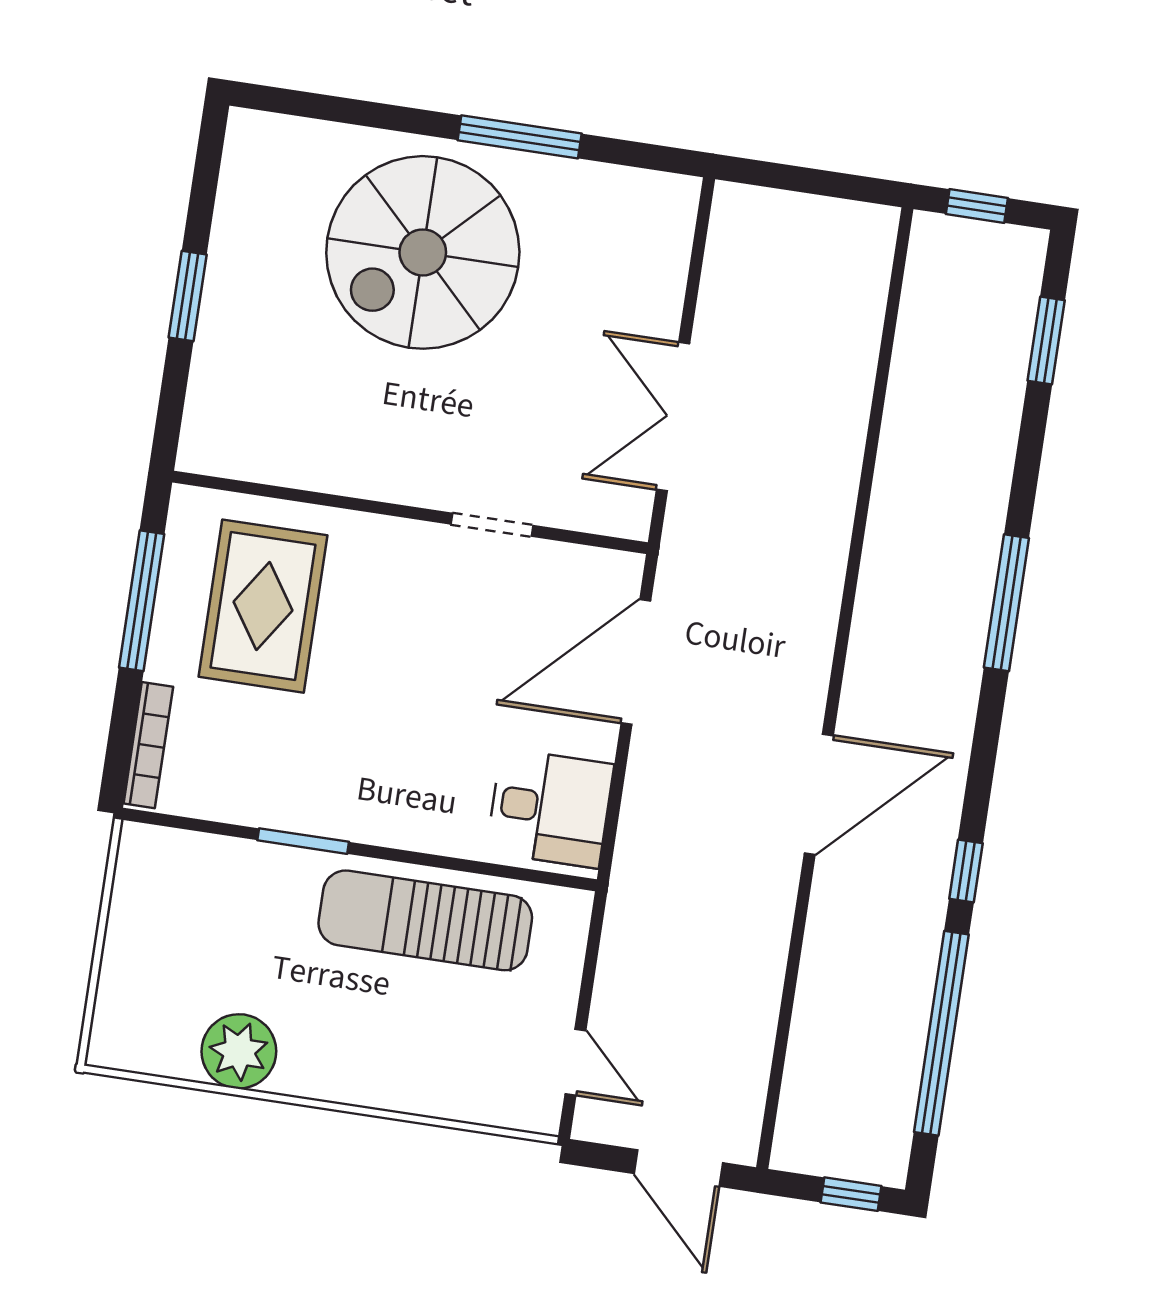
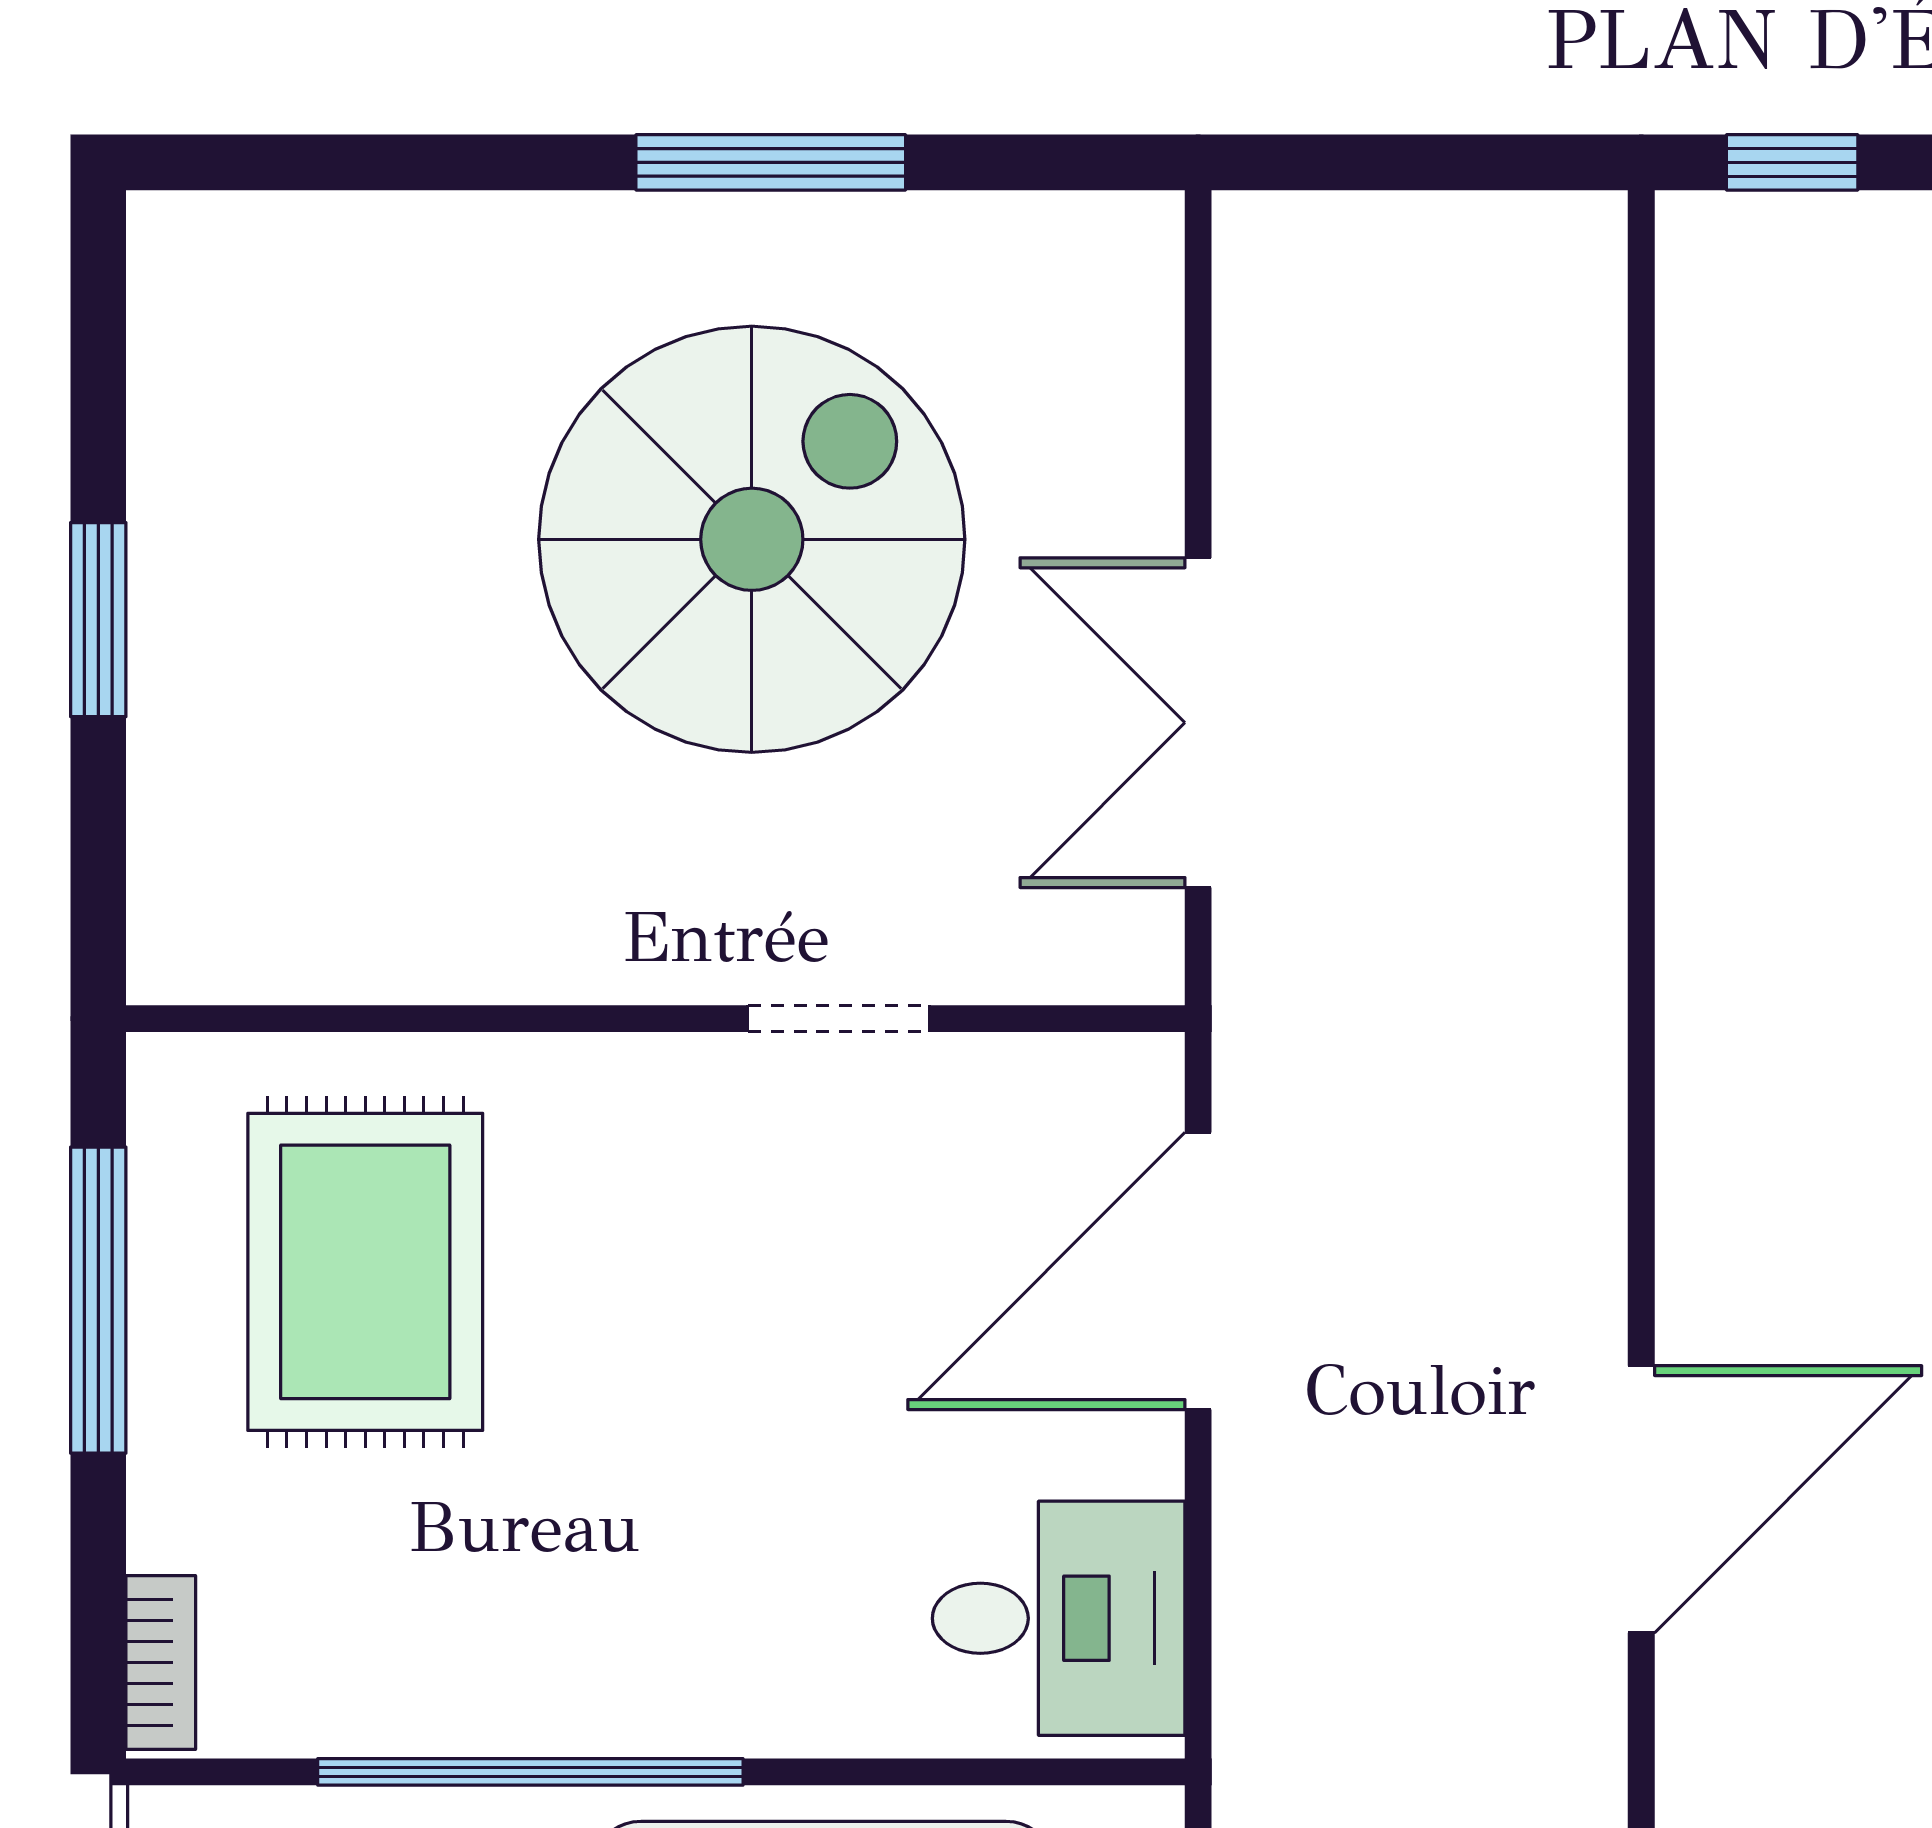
spiral stairs: (423, 252) -> (752, 539), moved, turned 180
bookcase: (148, 745) -> (161, 1662), width x0.64
window: (303, 841) -> (530, 1772), width x2.11

